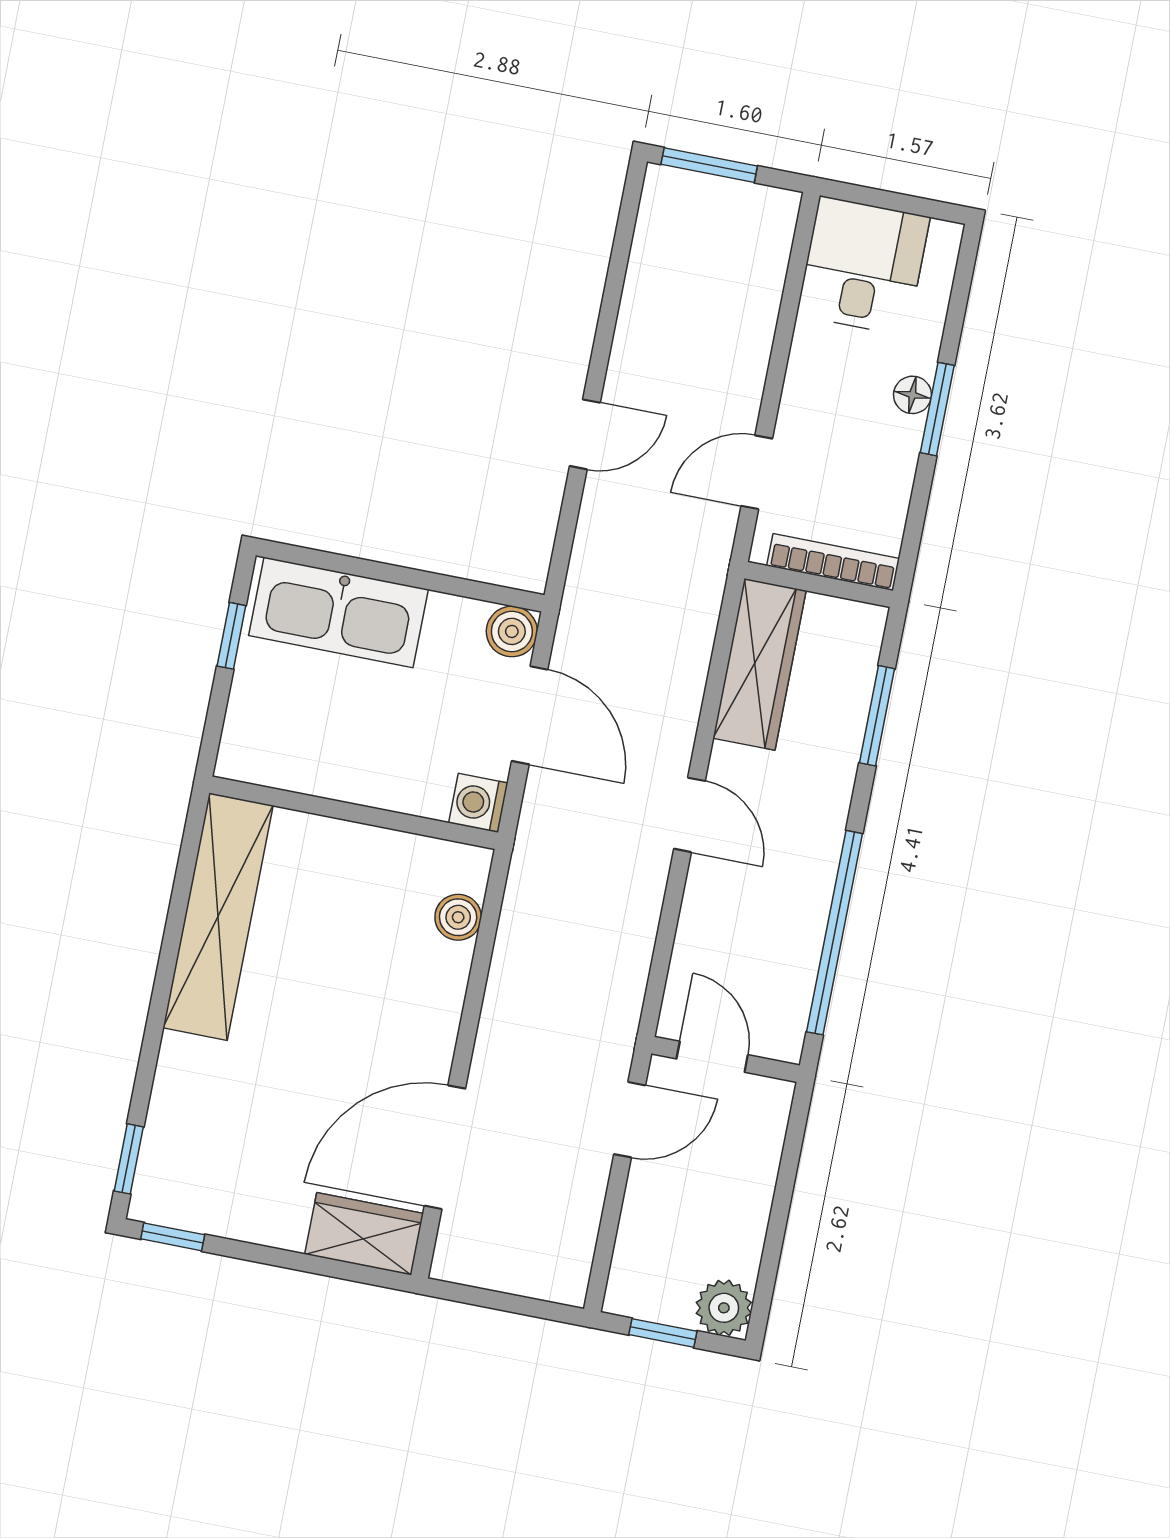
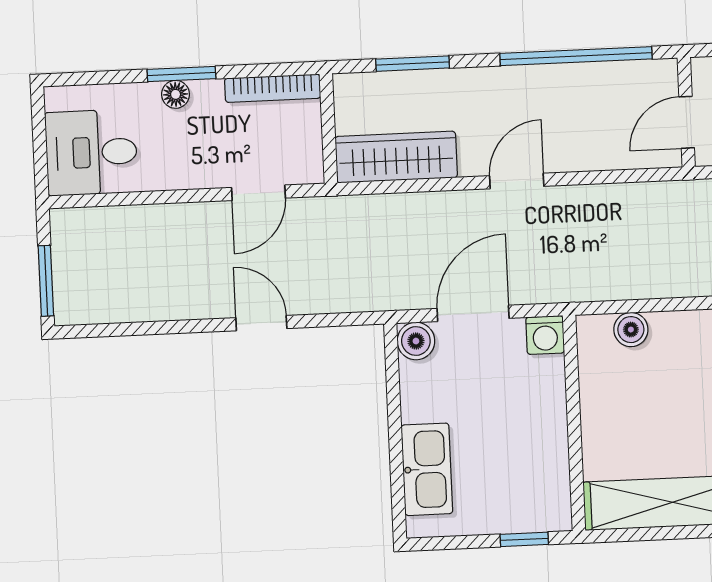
door: (757, 472) -> (258, 193), hinge flipped
bookcase: (833, 562) -> (273, 88), moved, turned -90
kitchen sink: (338, 612) -> (427, 469), width x0.73, depth x0.81
window: (231, 636) -> (524, 539), moved

